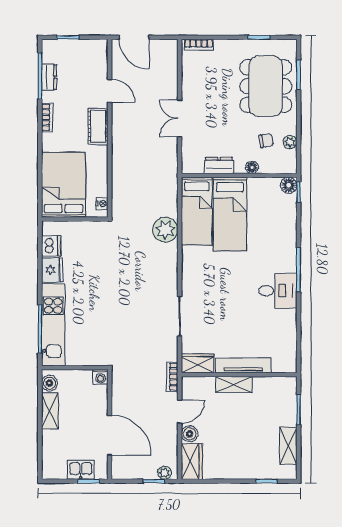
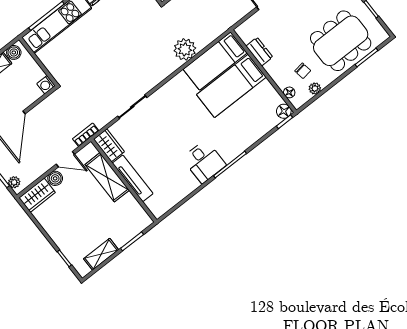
floor lamp: (252, 167) -> (289, 92), moved
shelving: (234, 384) -> (107, 177), width x1.50, depth x1.33

